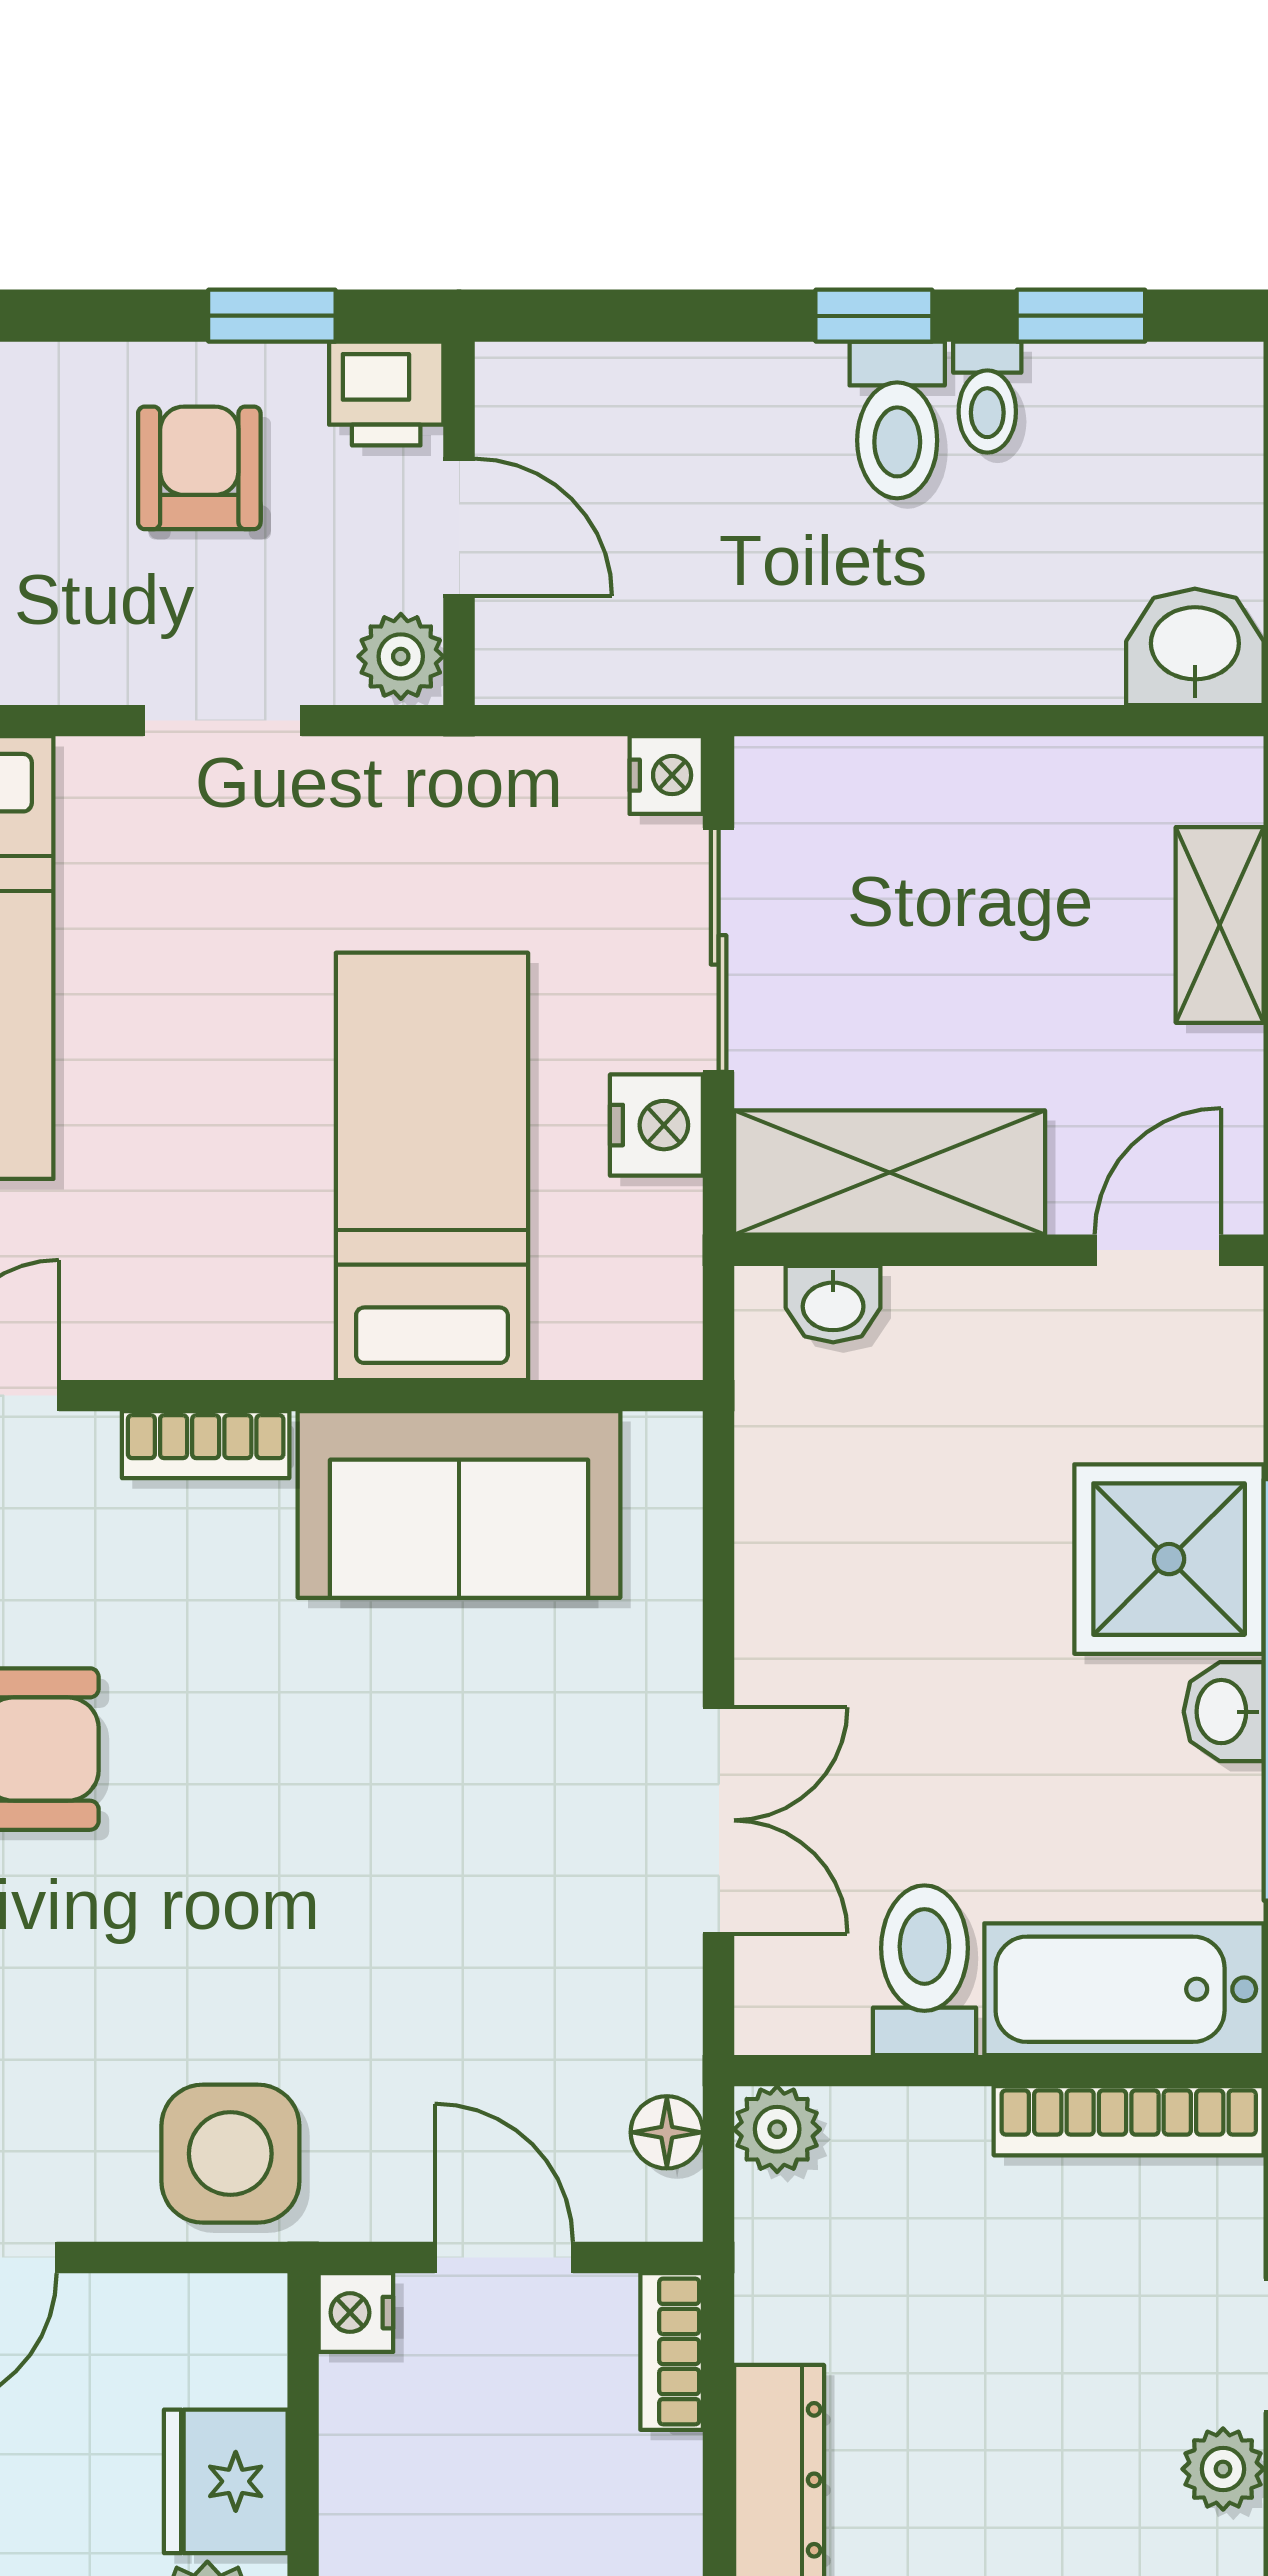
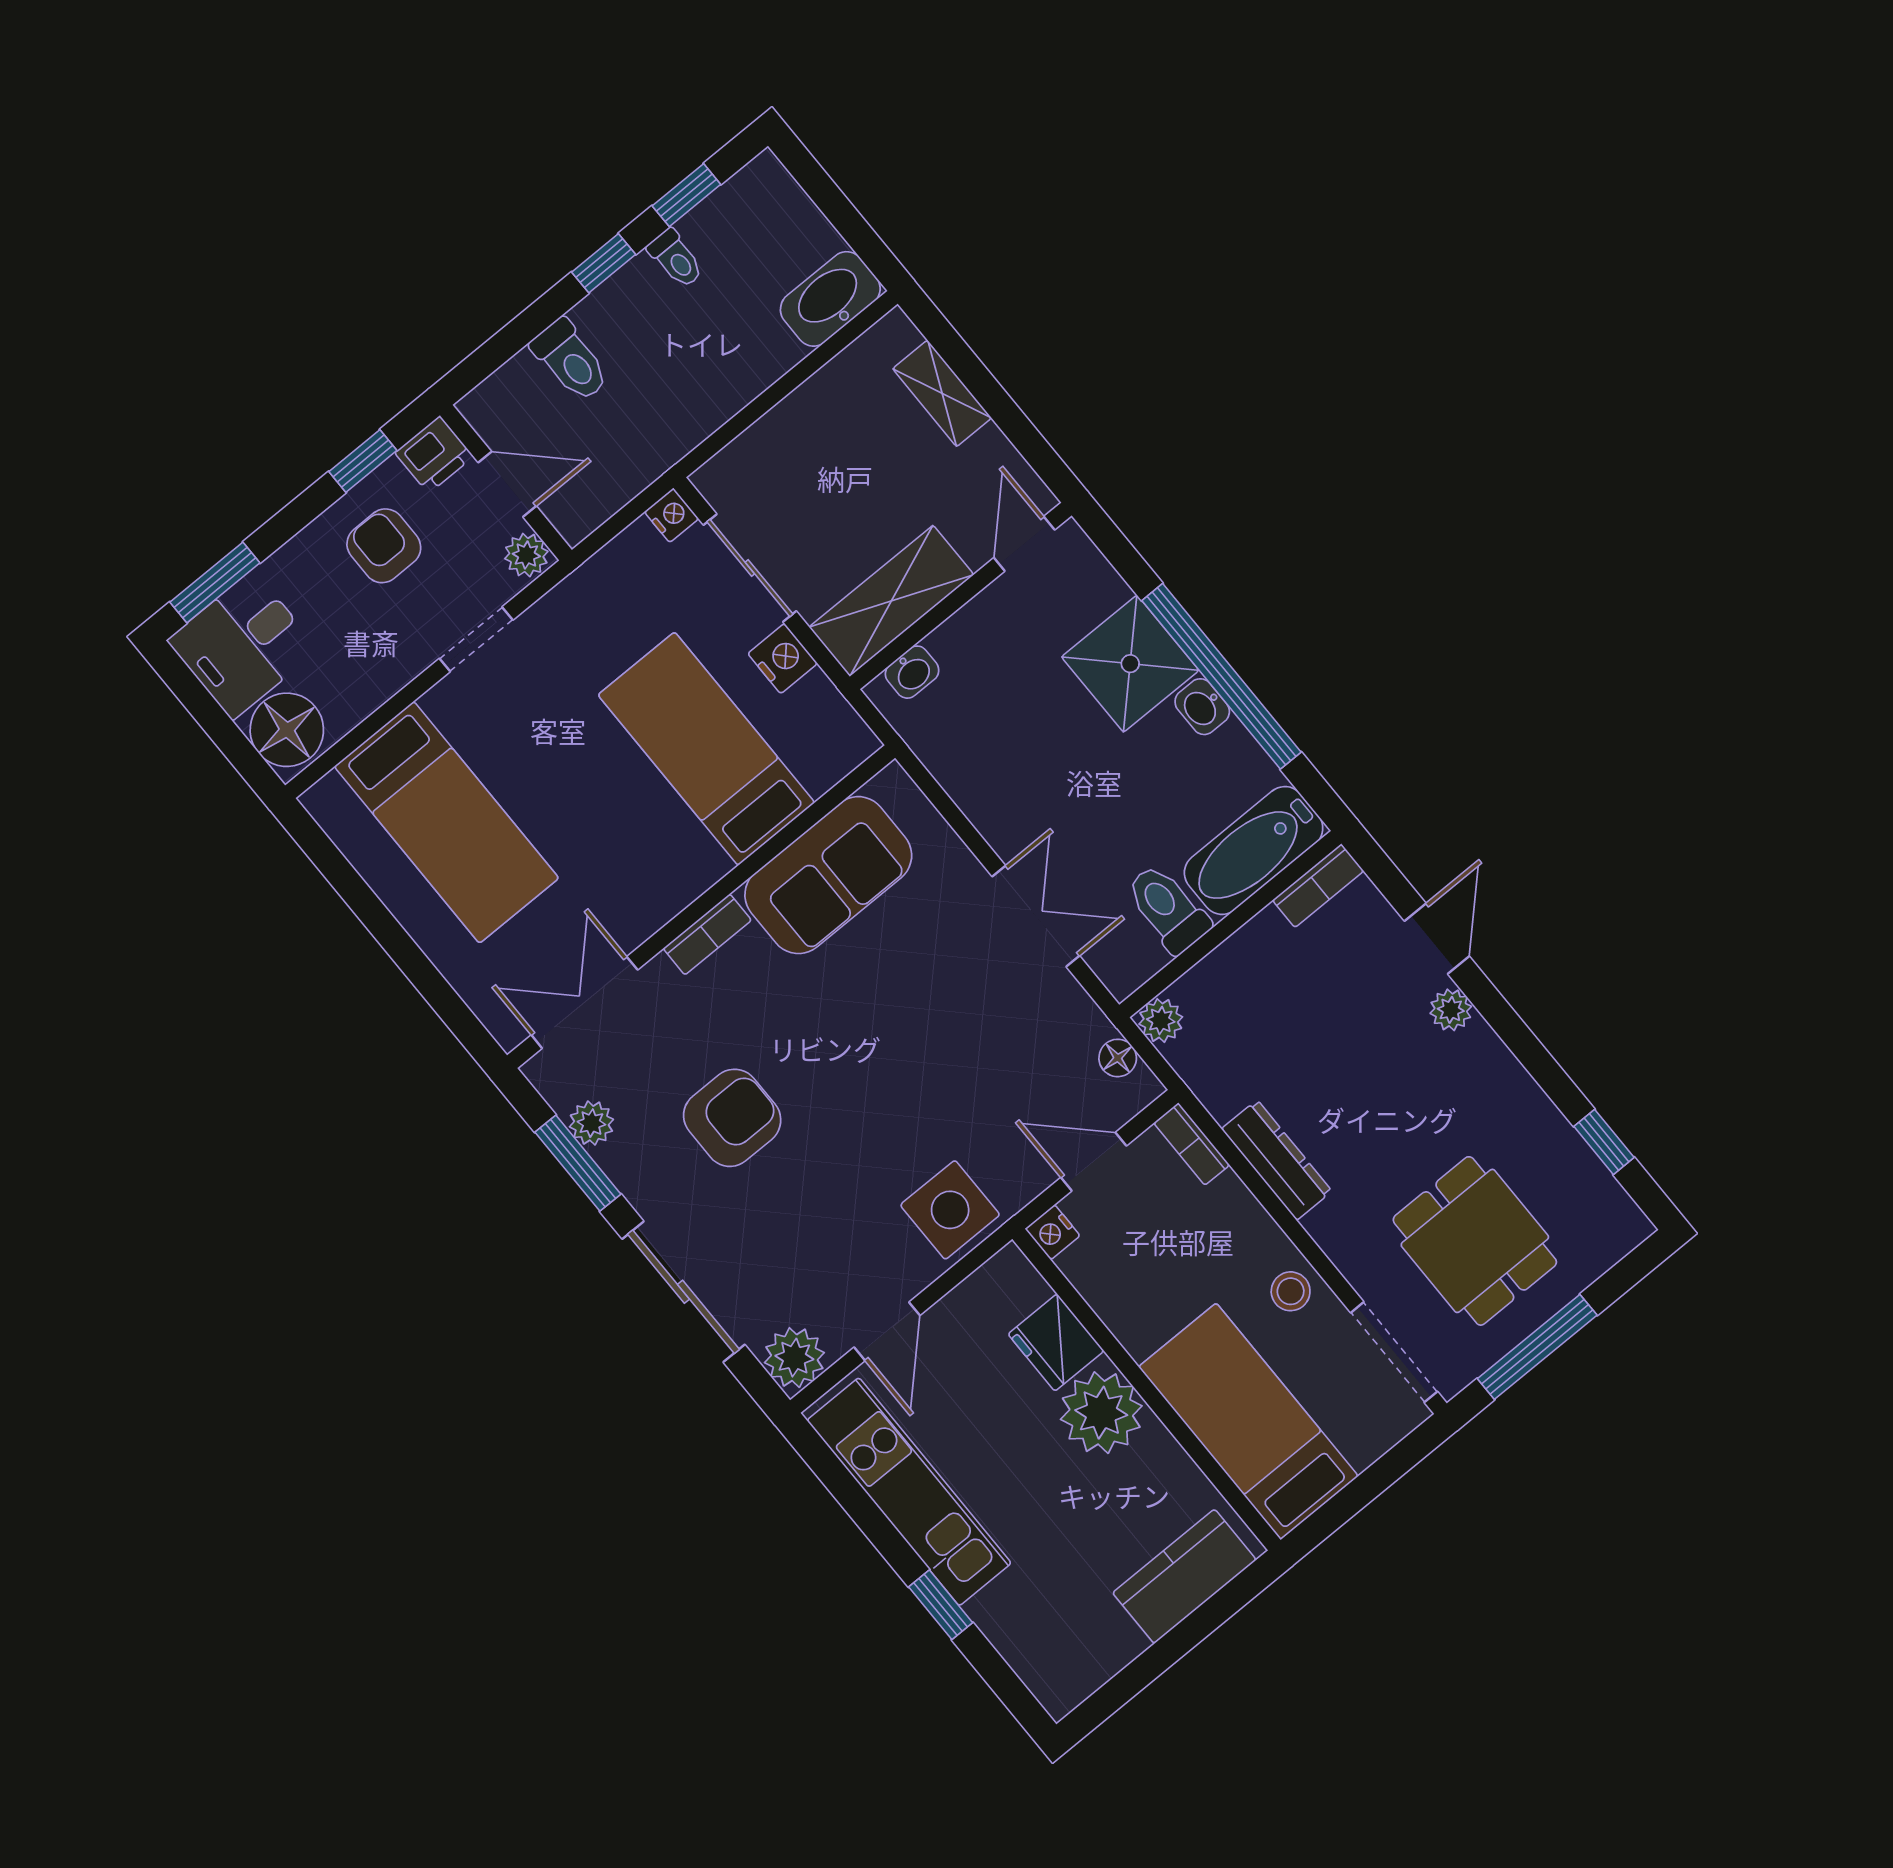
toilet: (897, 420) -> (570, 360), moved
washbasin: (1195, 647) -> (830, 299), width x1.38
bookcase: (1129, 2121) -> (1318, 886), width x0.64

